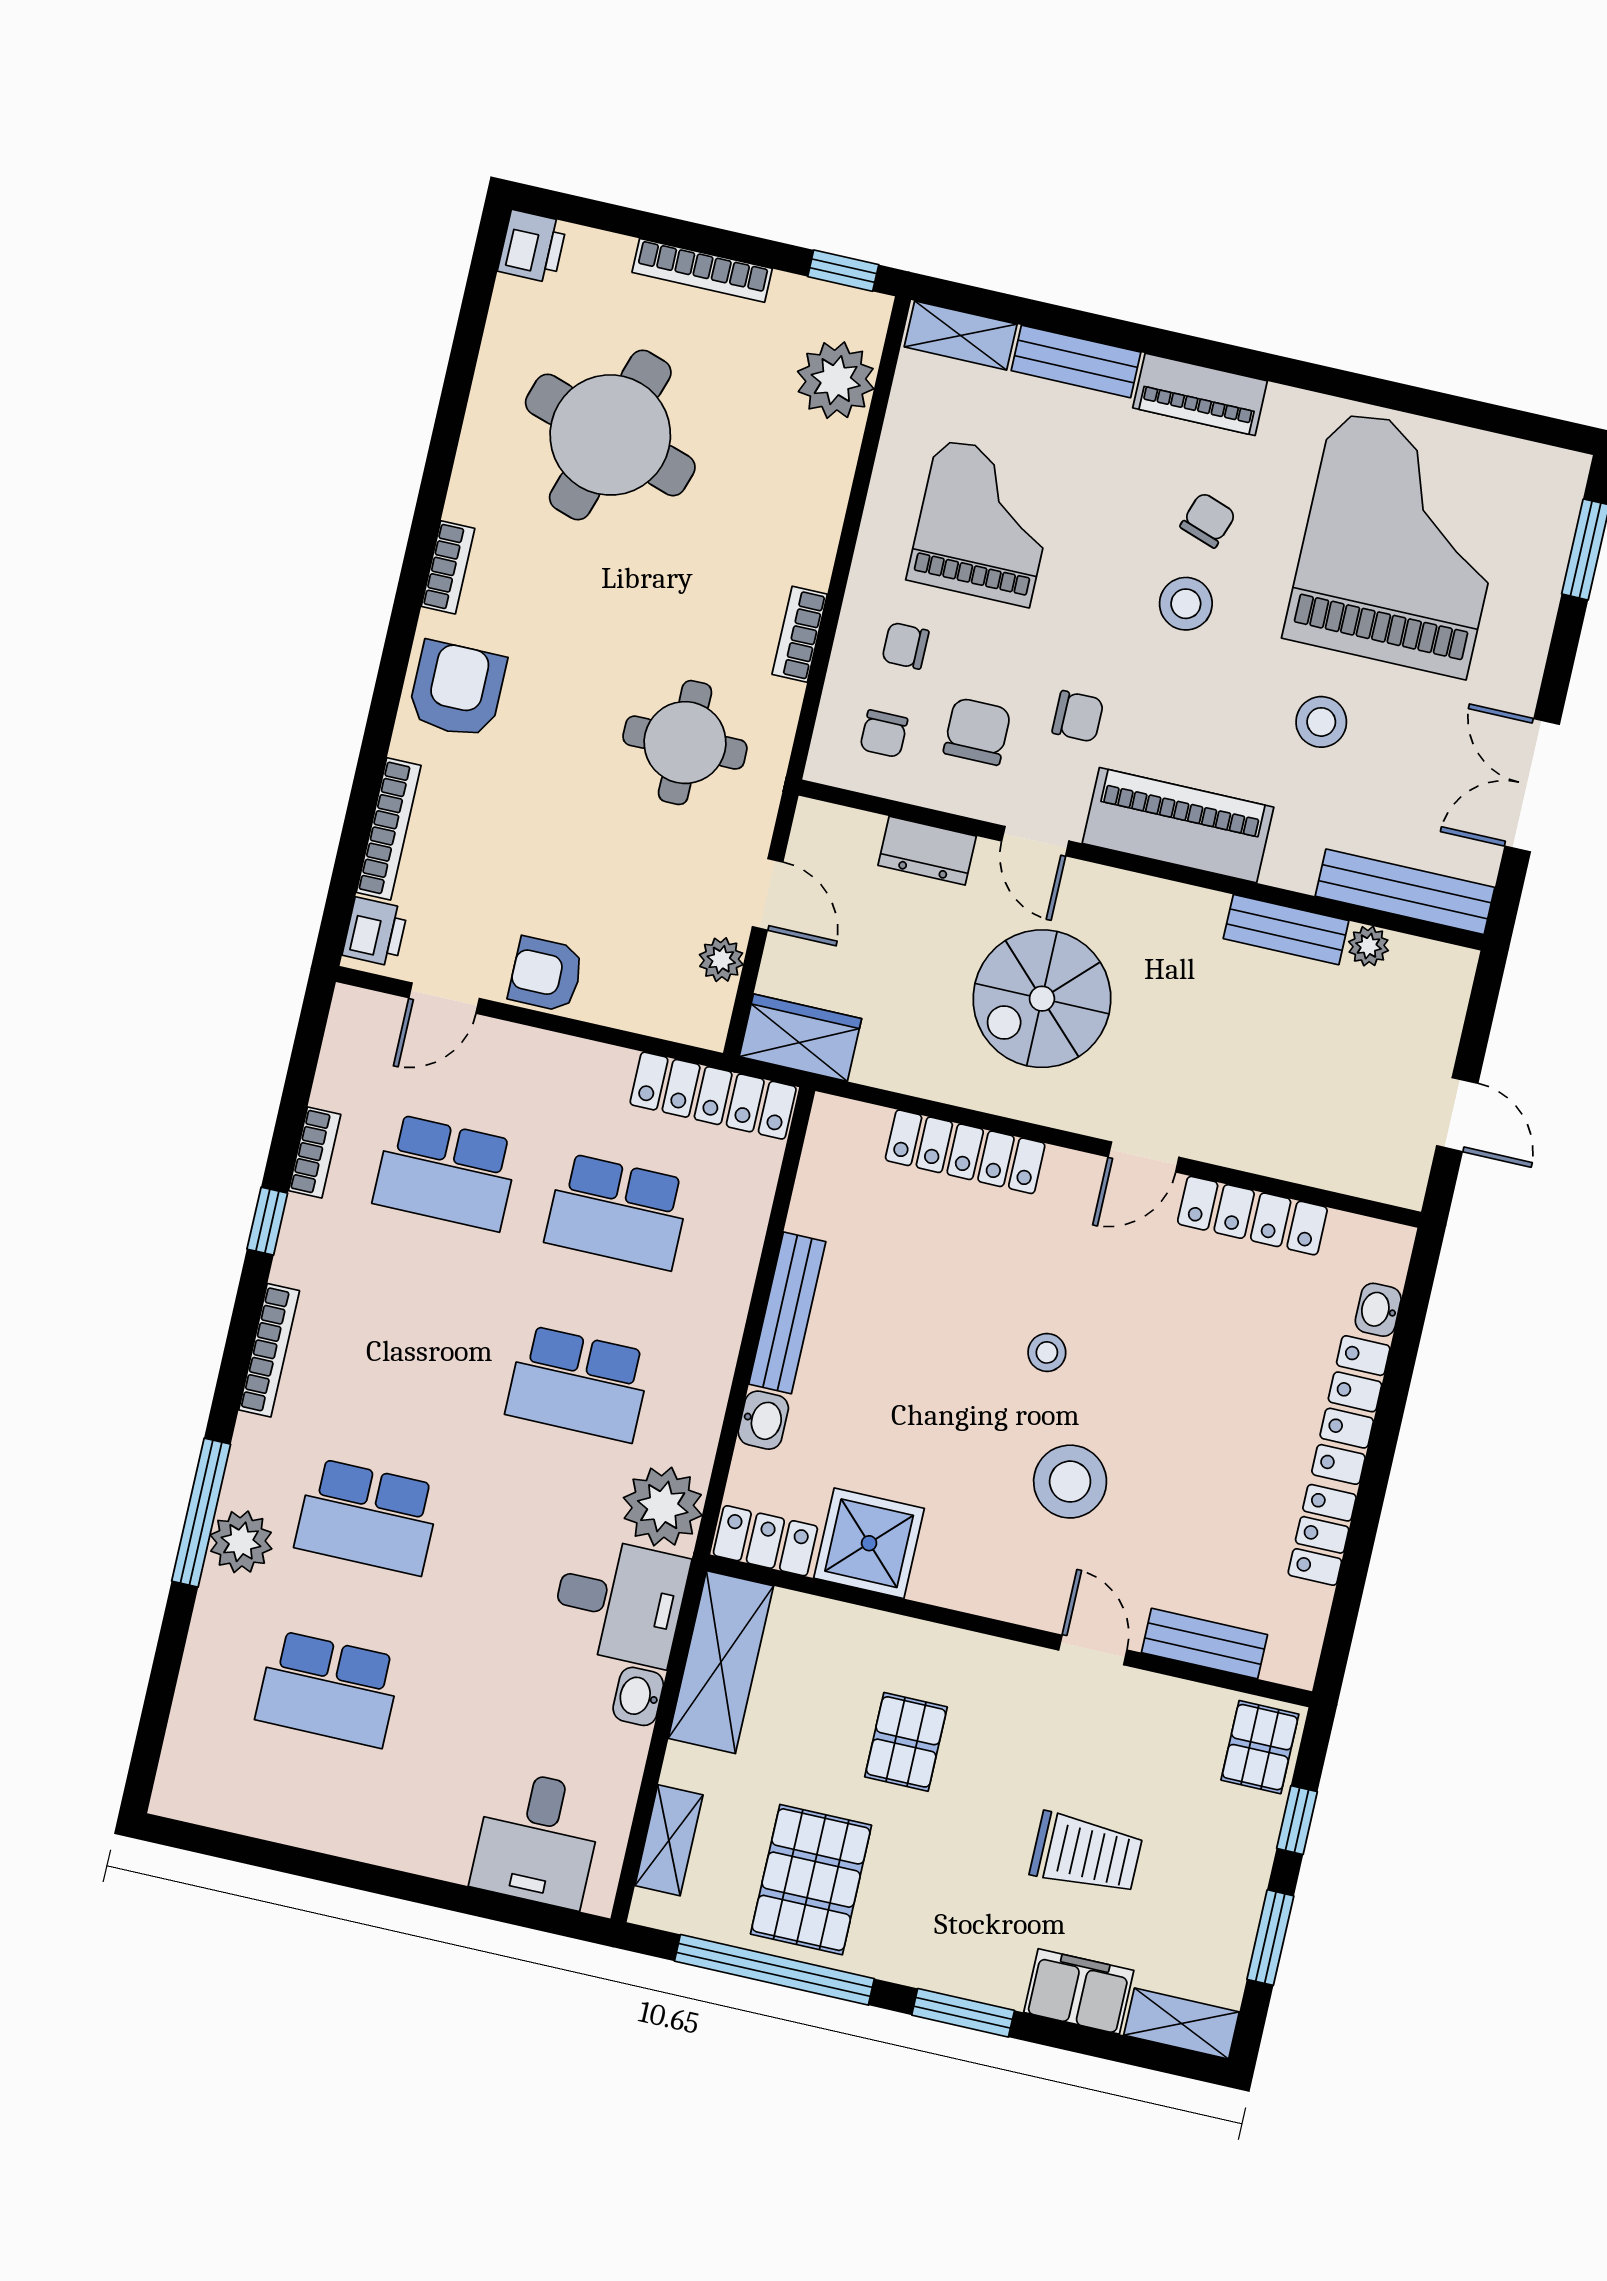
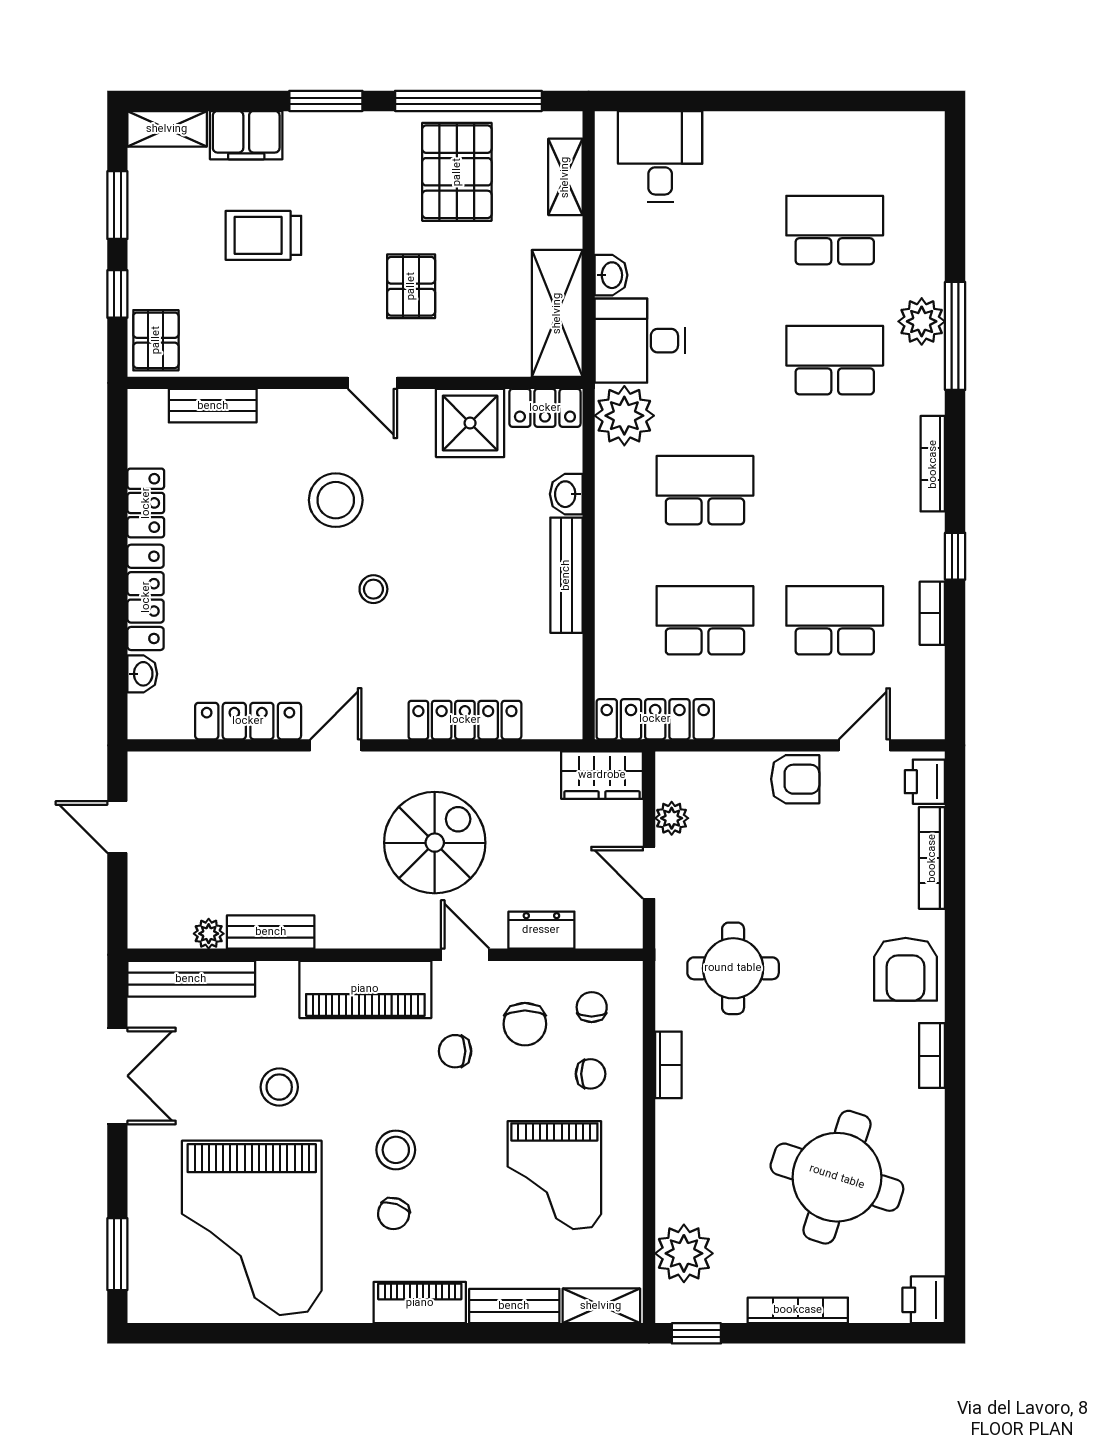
door: (1093, 1650) -> (373, 383), moved

